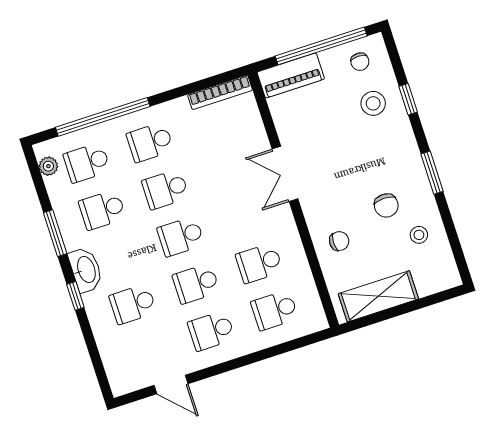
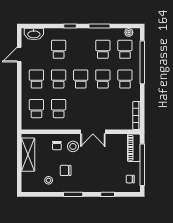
stool: (373, 103) -> (73, 146), moved
double door: (285, 174) -> (93, 132), swing flipped
washbasin: (86, 270) -> (34, 34), moved

